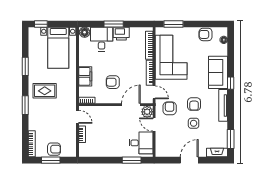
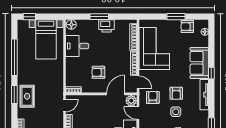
window: (174, 24) -> (176, 17), moved
desk: (102, 39) -> (77, 46), moved, turned -90
window: (25, 66) -> (14, 57), width x2.11
filing cabinet: (85, 76) -> (72, 67), removed
rug: (45, 91) -> (27, 96), moved, turned 90
door: (77, 117) -> (64, 105), hinge flipped

